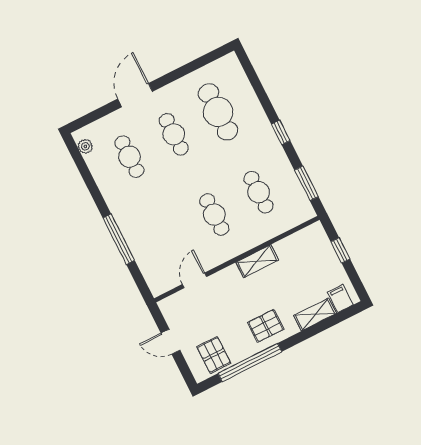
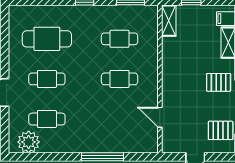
plant: (85, 146) -> (29, 142), width x1.87, depth x1.87
shelving: (257, 261) -> (169, 21), moved
pallet: (266, 326) -> (219, 82), turned 90

